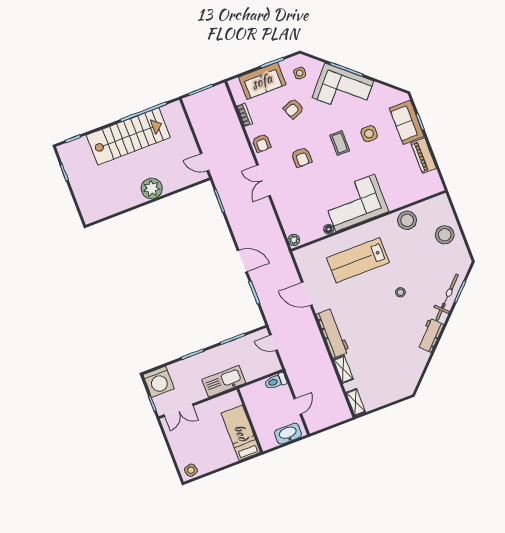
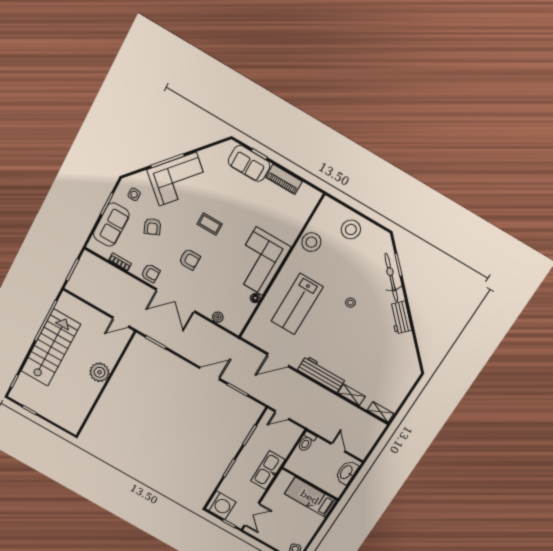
side table: (369, 134) -> (227, 198), removed
double door: (263, 180) -> (175, 301), width x1.37
plant: (294, 240) -> (218, 317), moved

